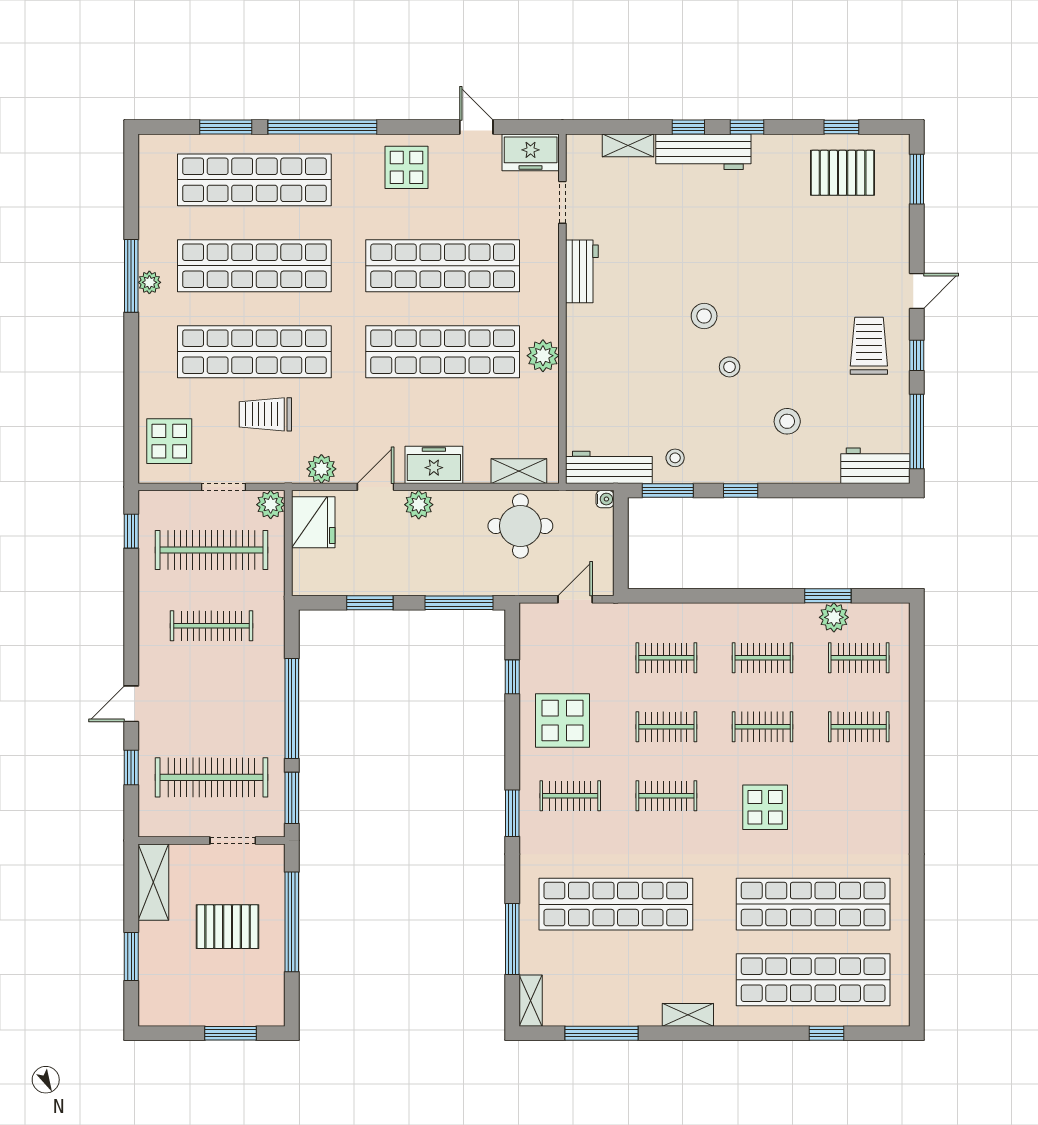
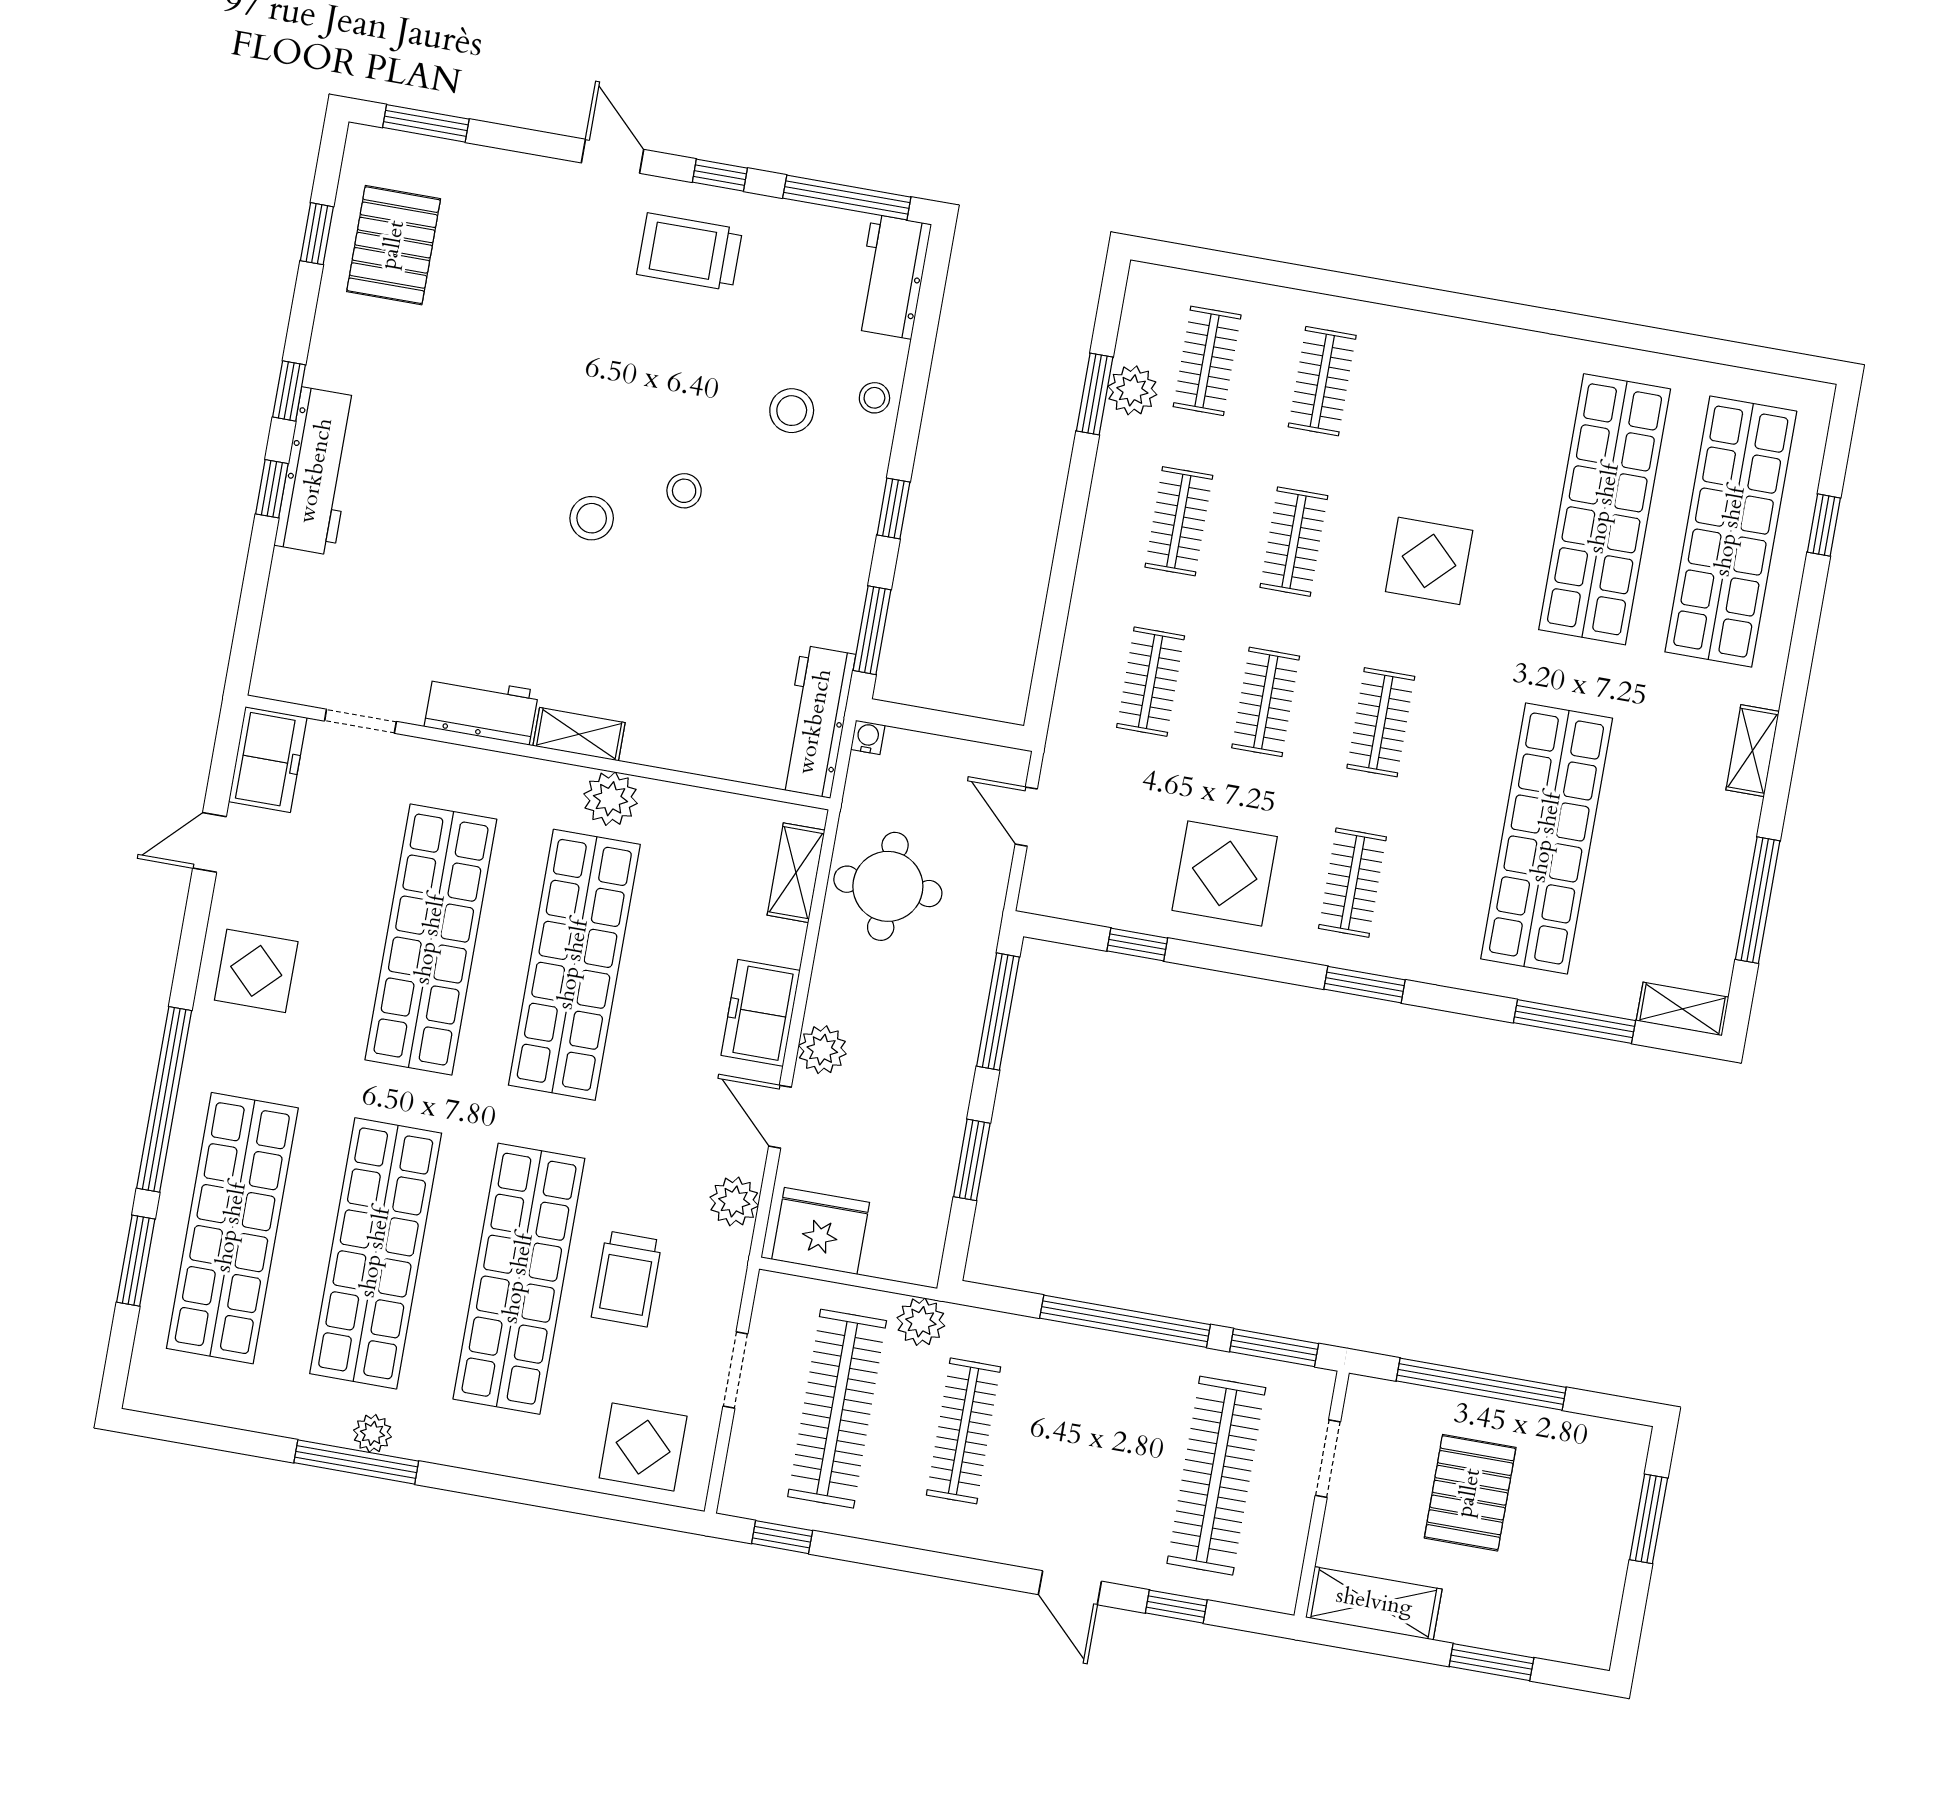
shelving: (628, 145) -> (579, 734), moved, turned 90
stool: (675, 458) -> (874, 398), moved
plant: (271, 505) -> (921, 1322), moved

